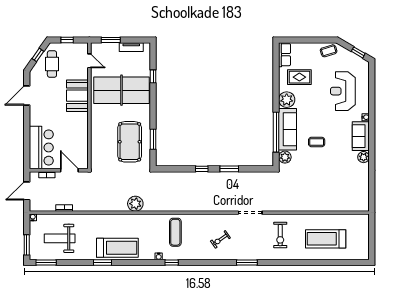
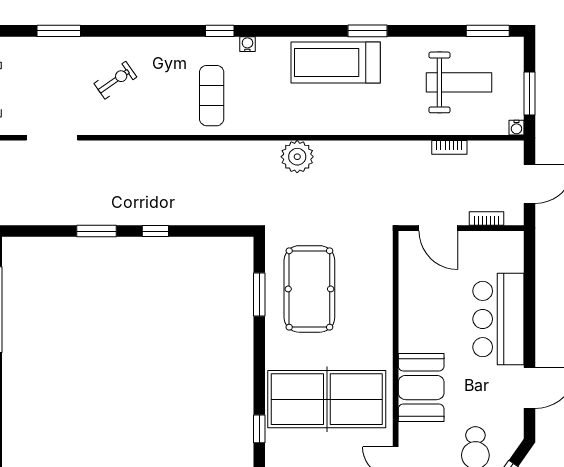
bar counter: (41, 148) -> (498, 319), moved
window: (27, 245) -> (530, 93), moved

